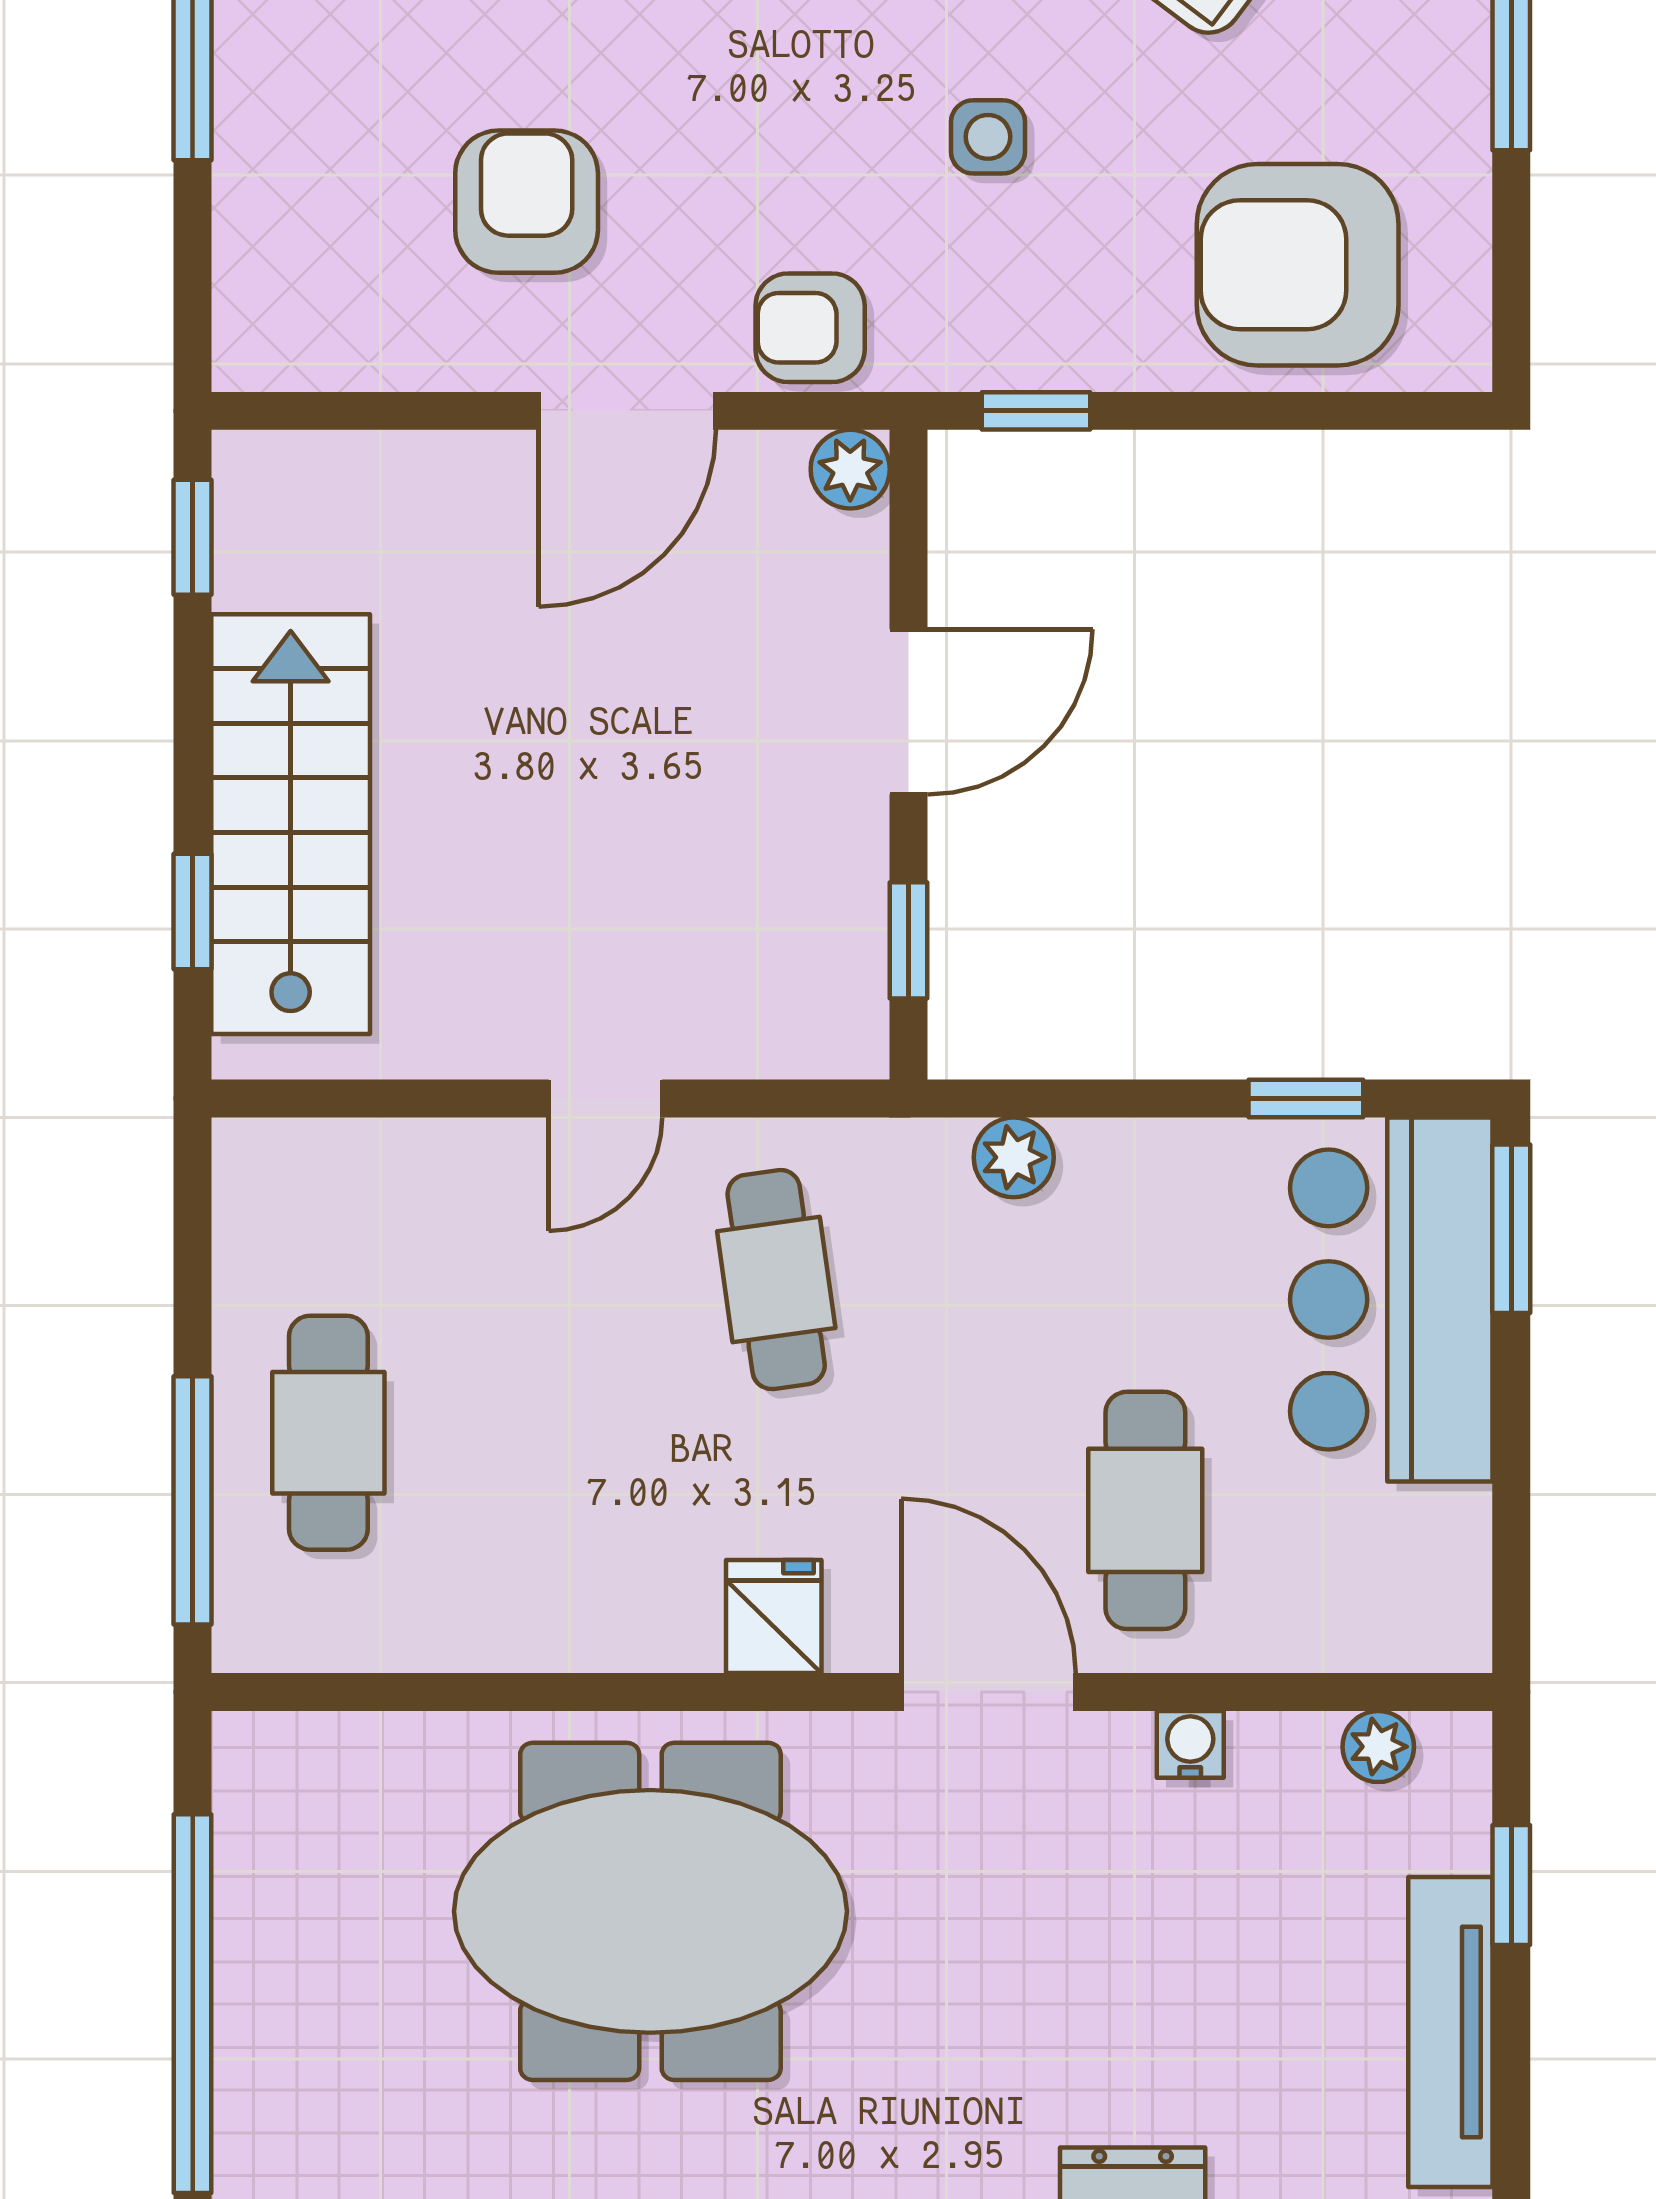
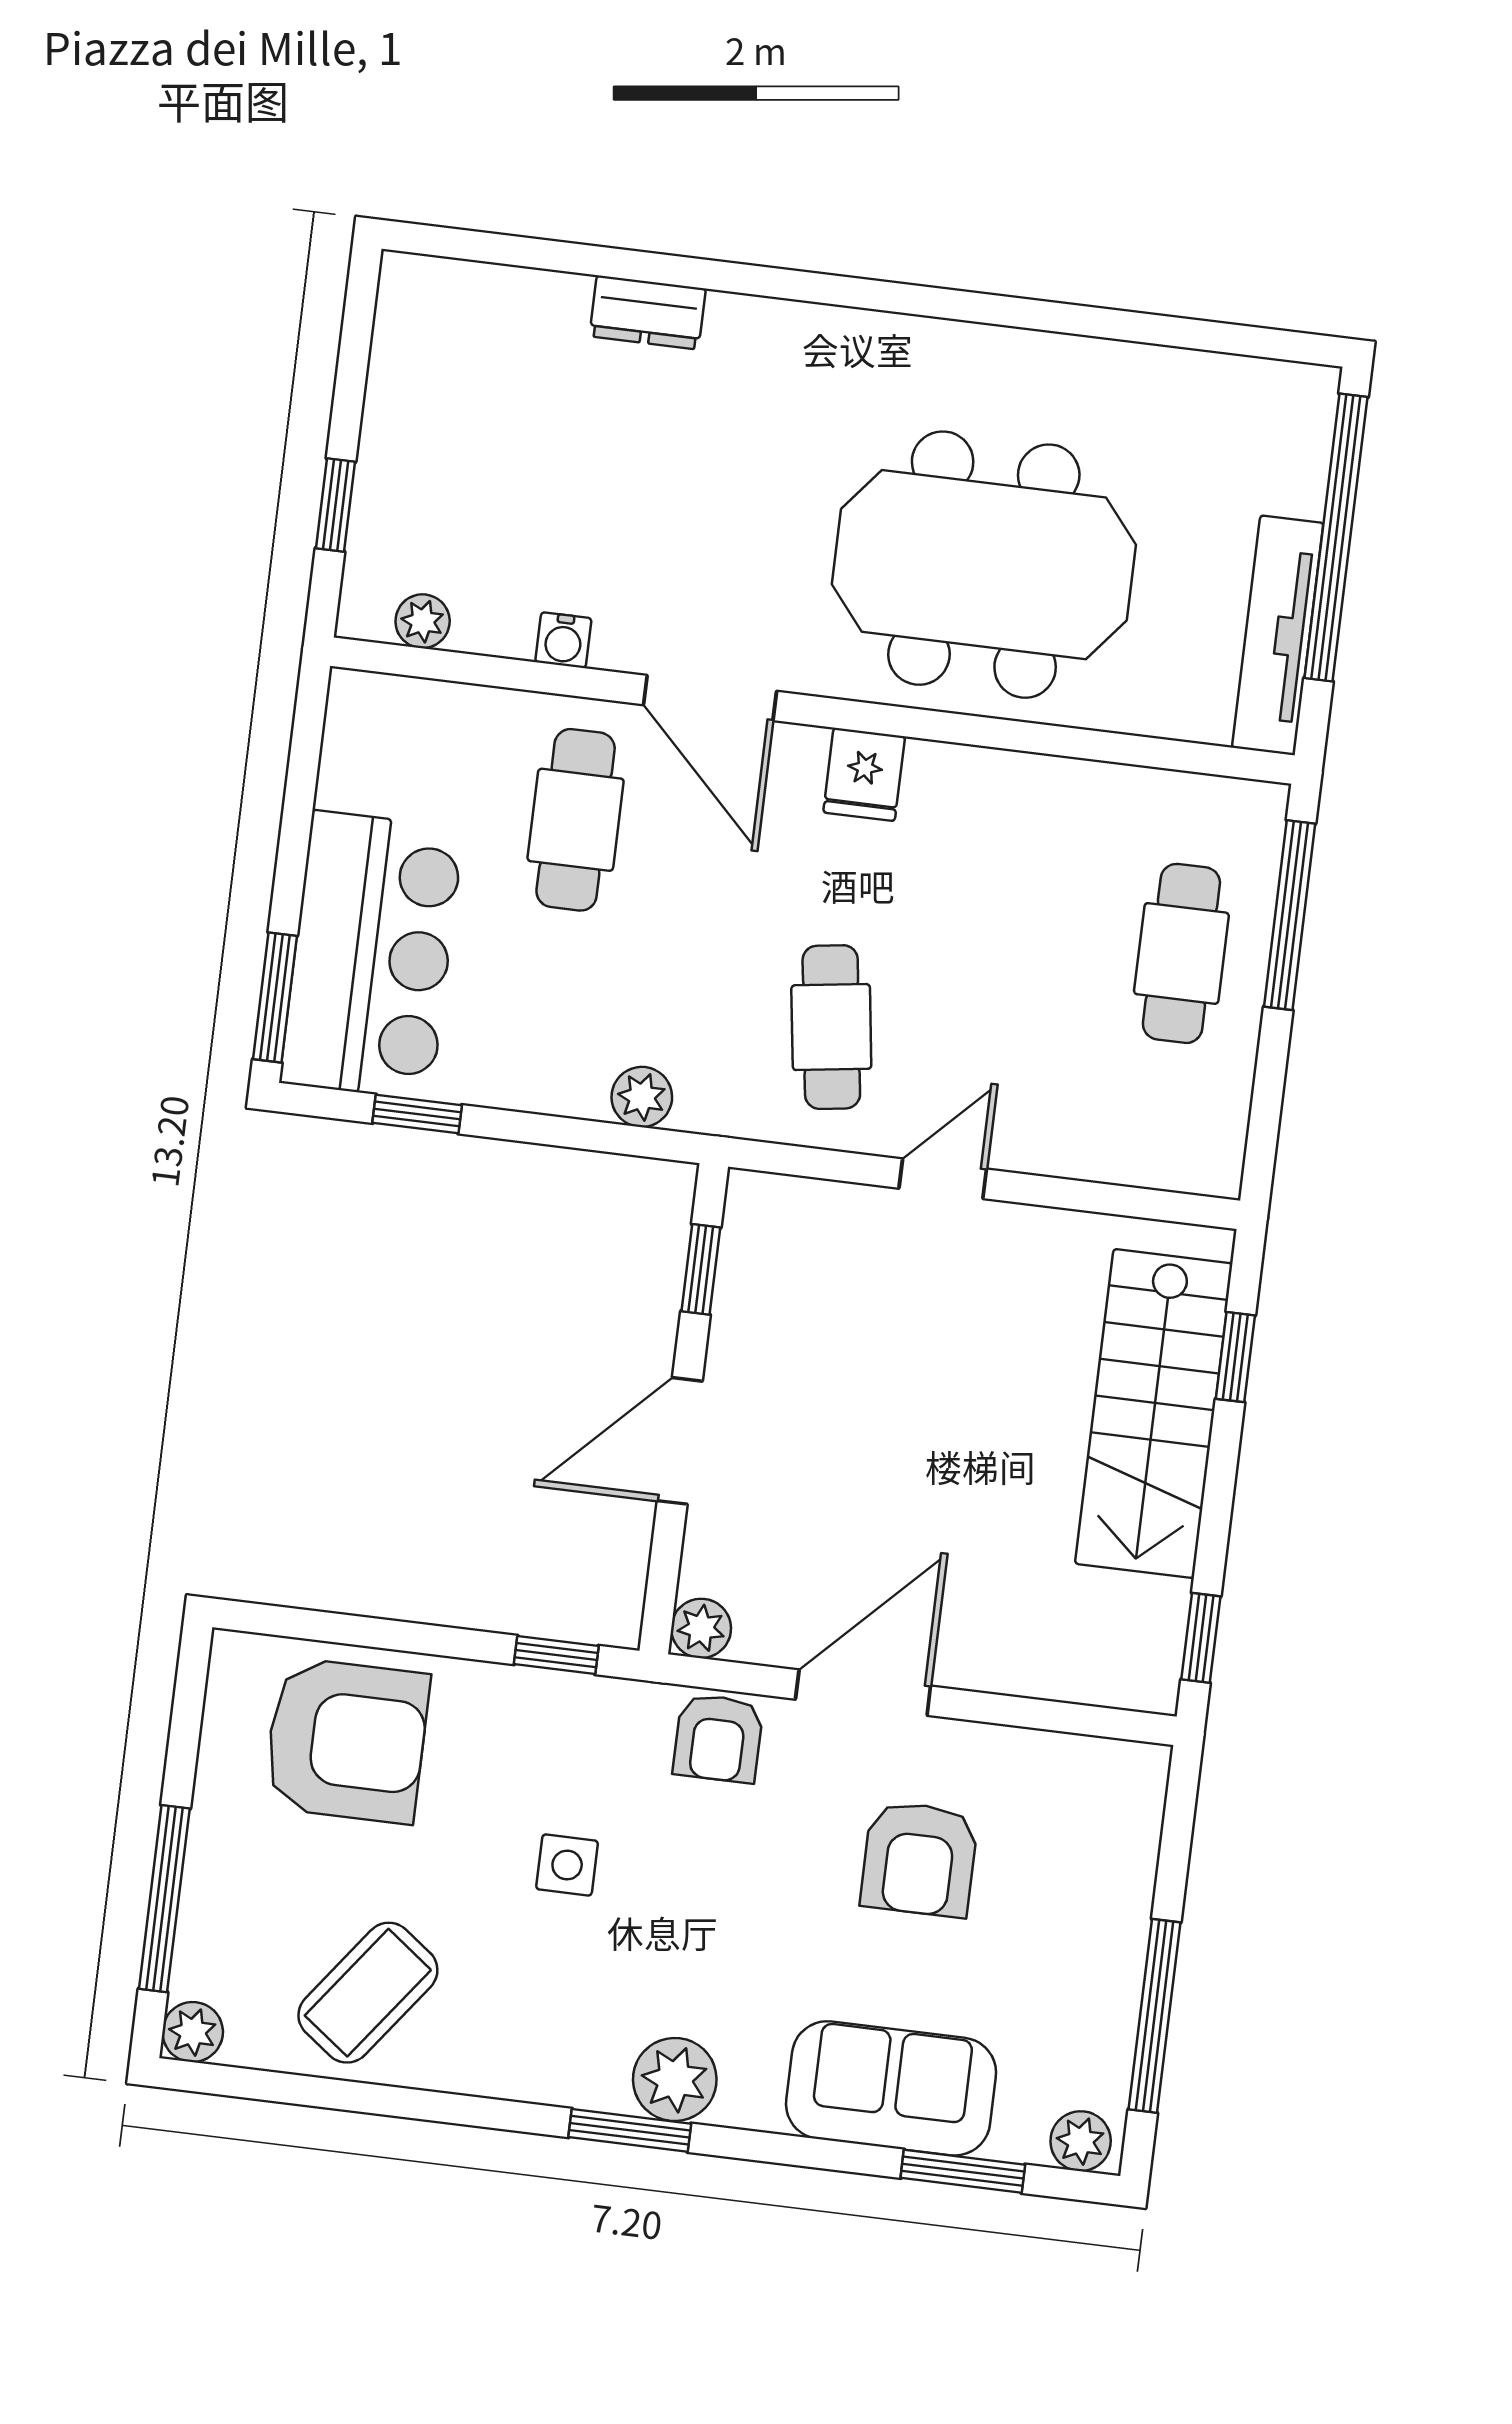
armchair: (810, 328) -> (718, 1738), turned 90
tv unit: (1450, 2032) -> (1278, 635), moved, turned 180

